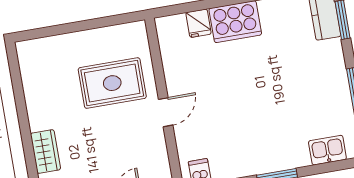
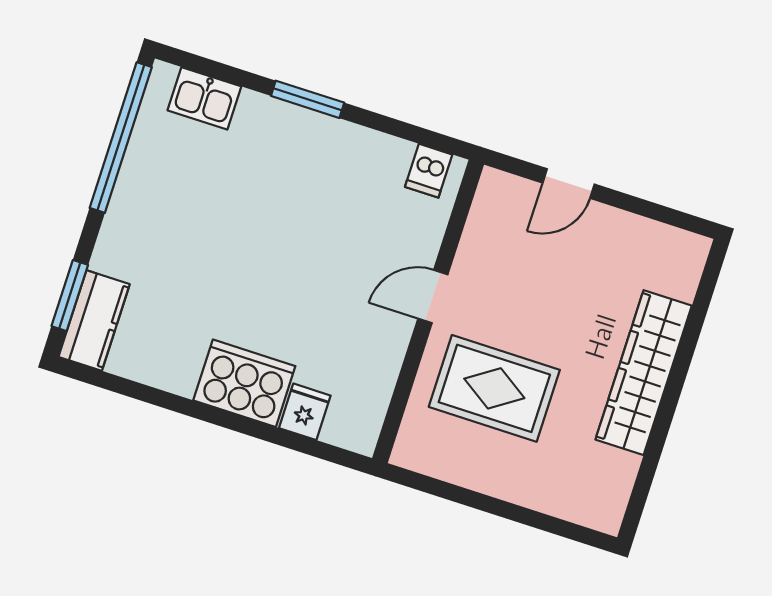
wardrobe: (45, 152) -> (644, 373), width x2.10, depth x1.17

